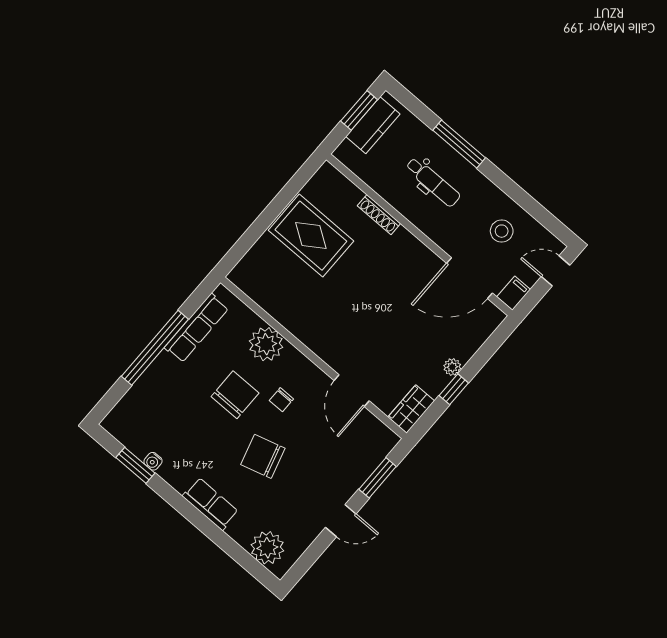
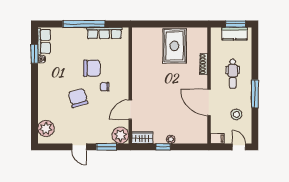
window: (459, 144) -> (255, 94), moved
door: (470, 278) -> (209, 102), moved
plant: (266, 344) -> (120, 135), moved
row of seats: (210, 504) -> (44, 41), moved

